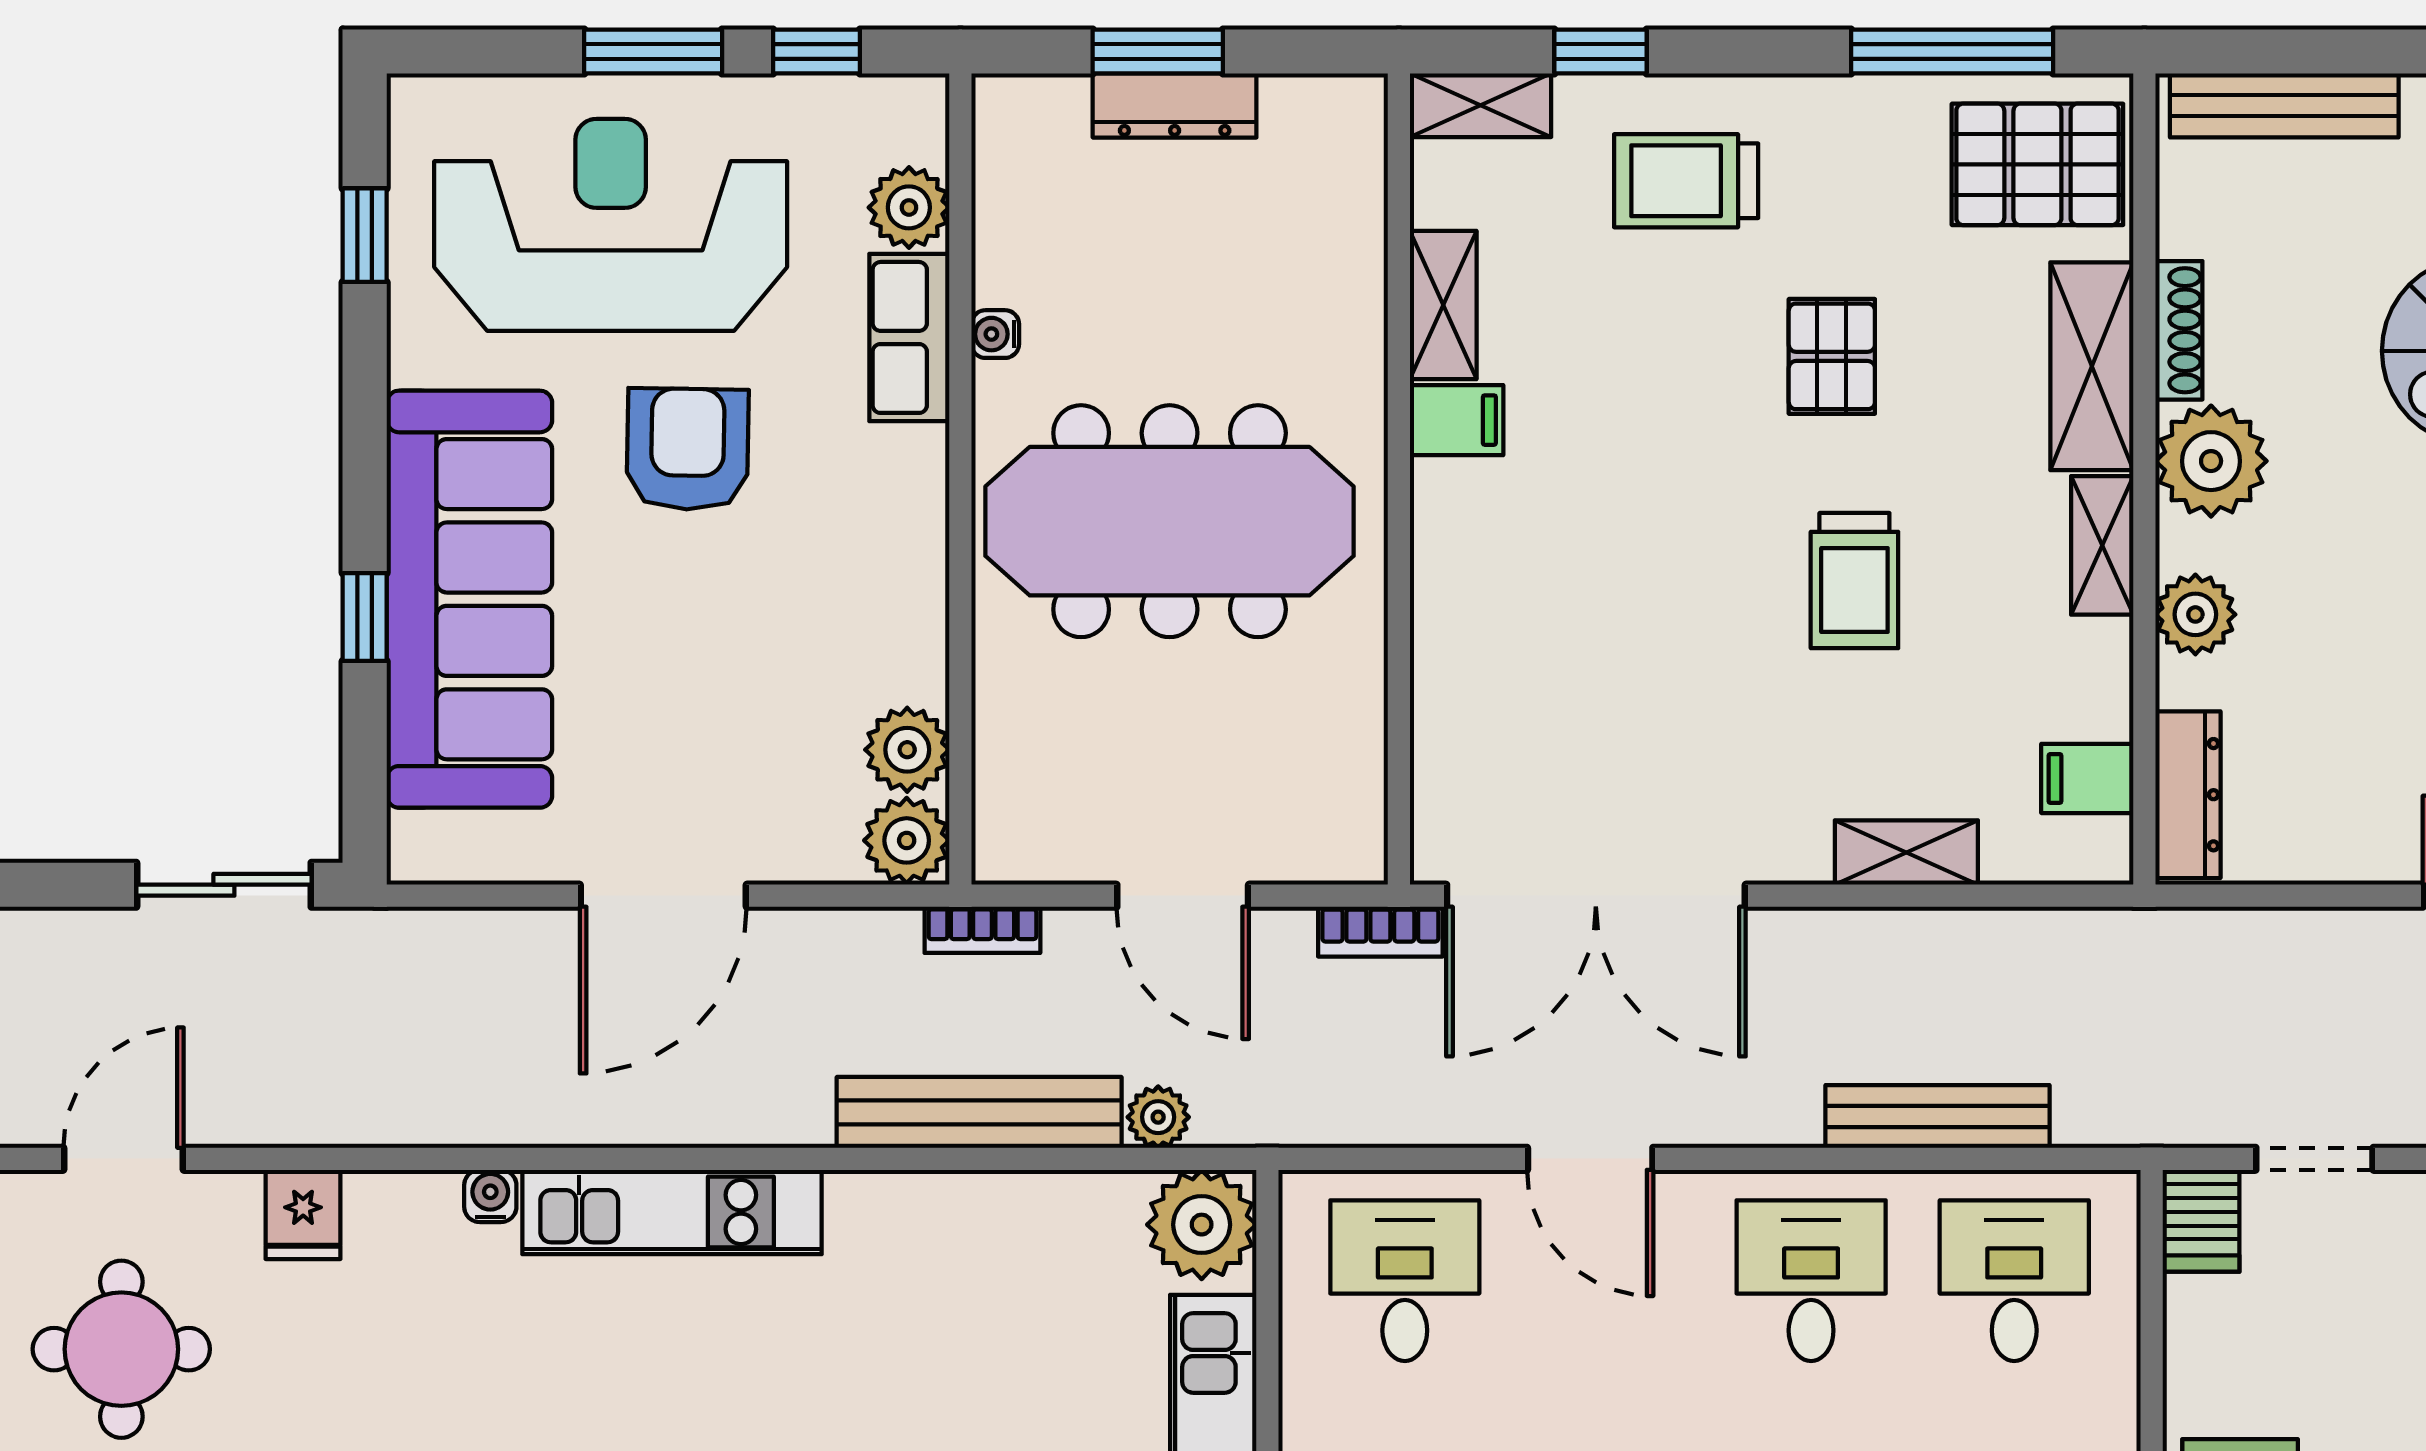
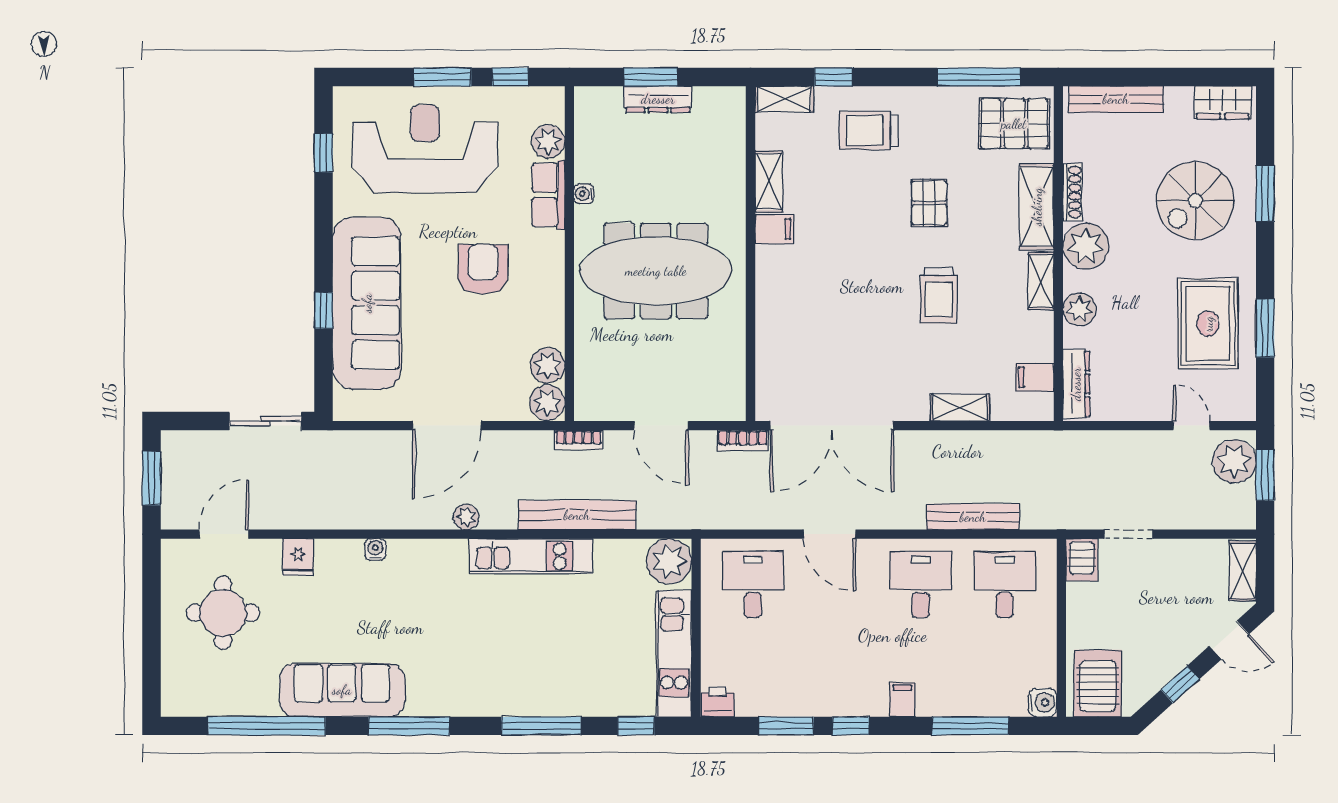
armchair: (688, 449) -> (483, 269), moved
plant: (1158, 1117) -> (466, 517), moved
kitchen unit: (672, 1212) -> (531, 556), moved

